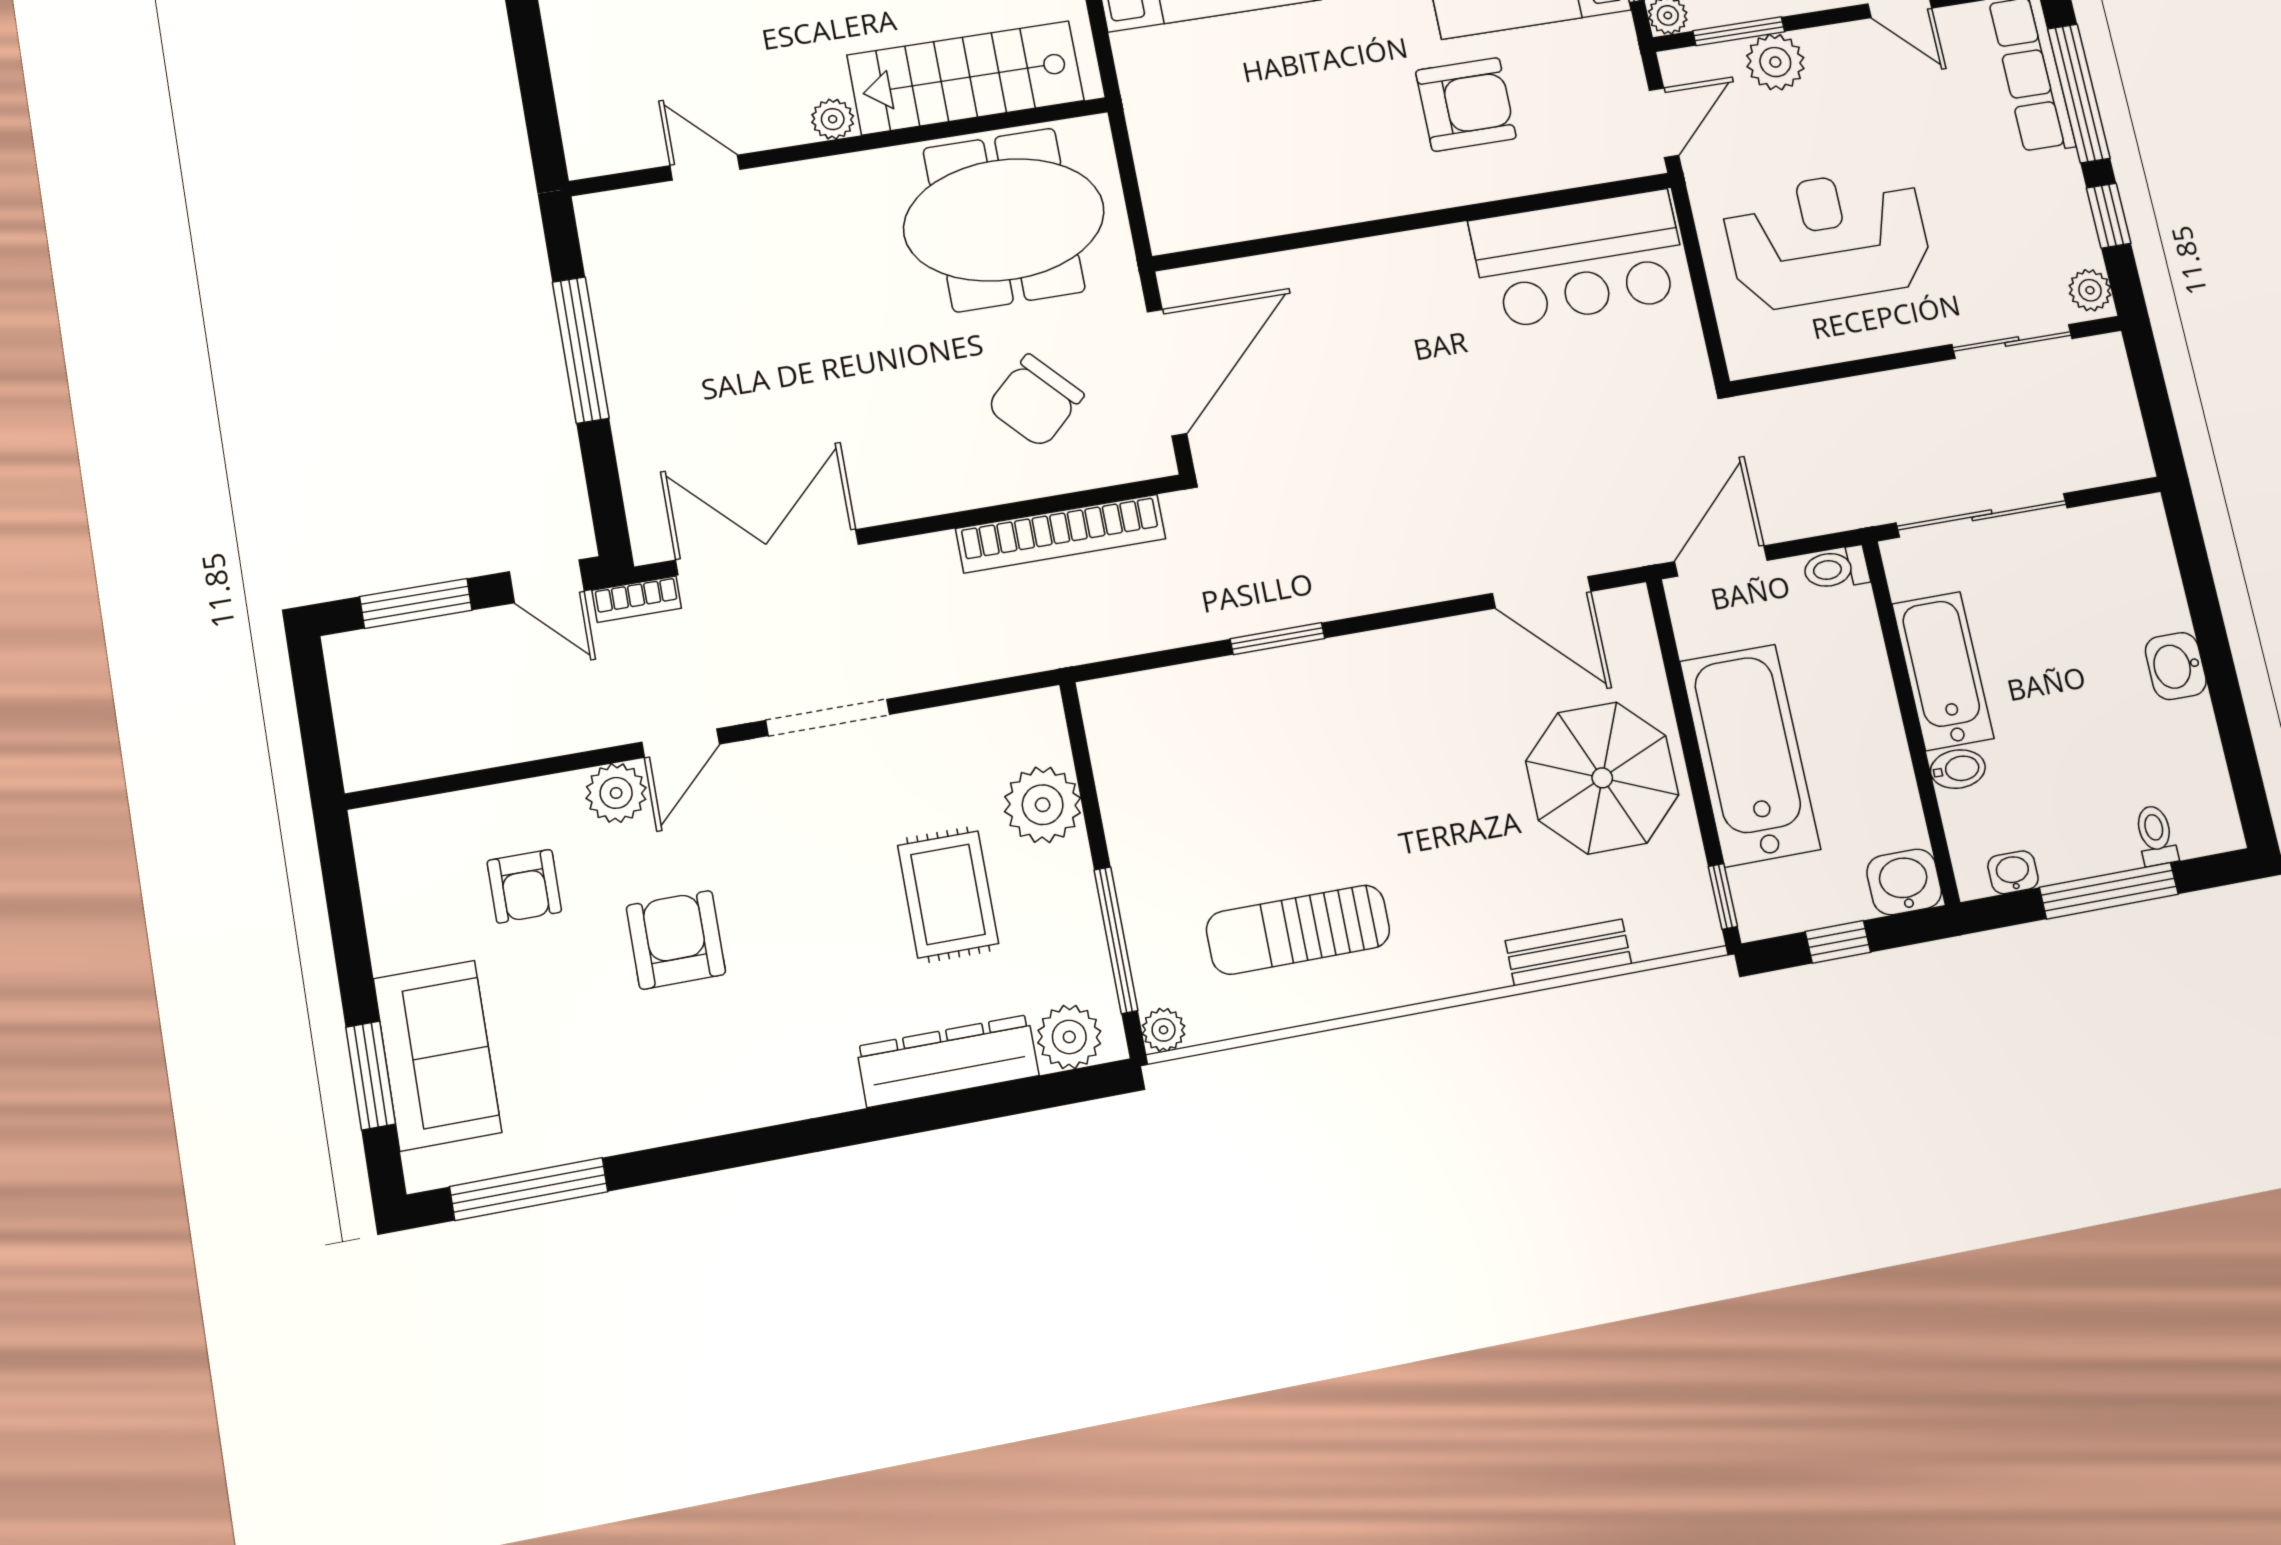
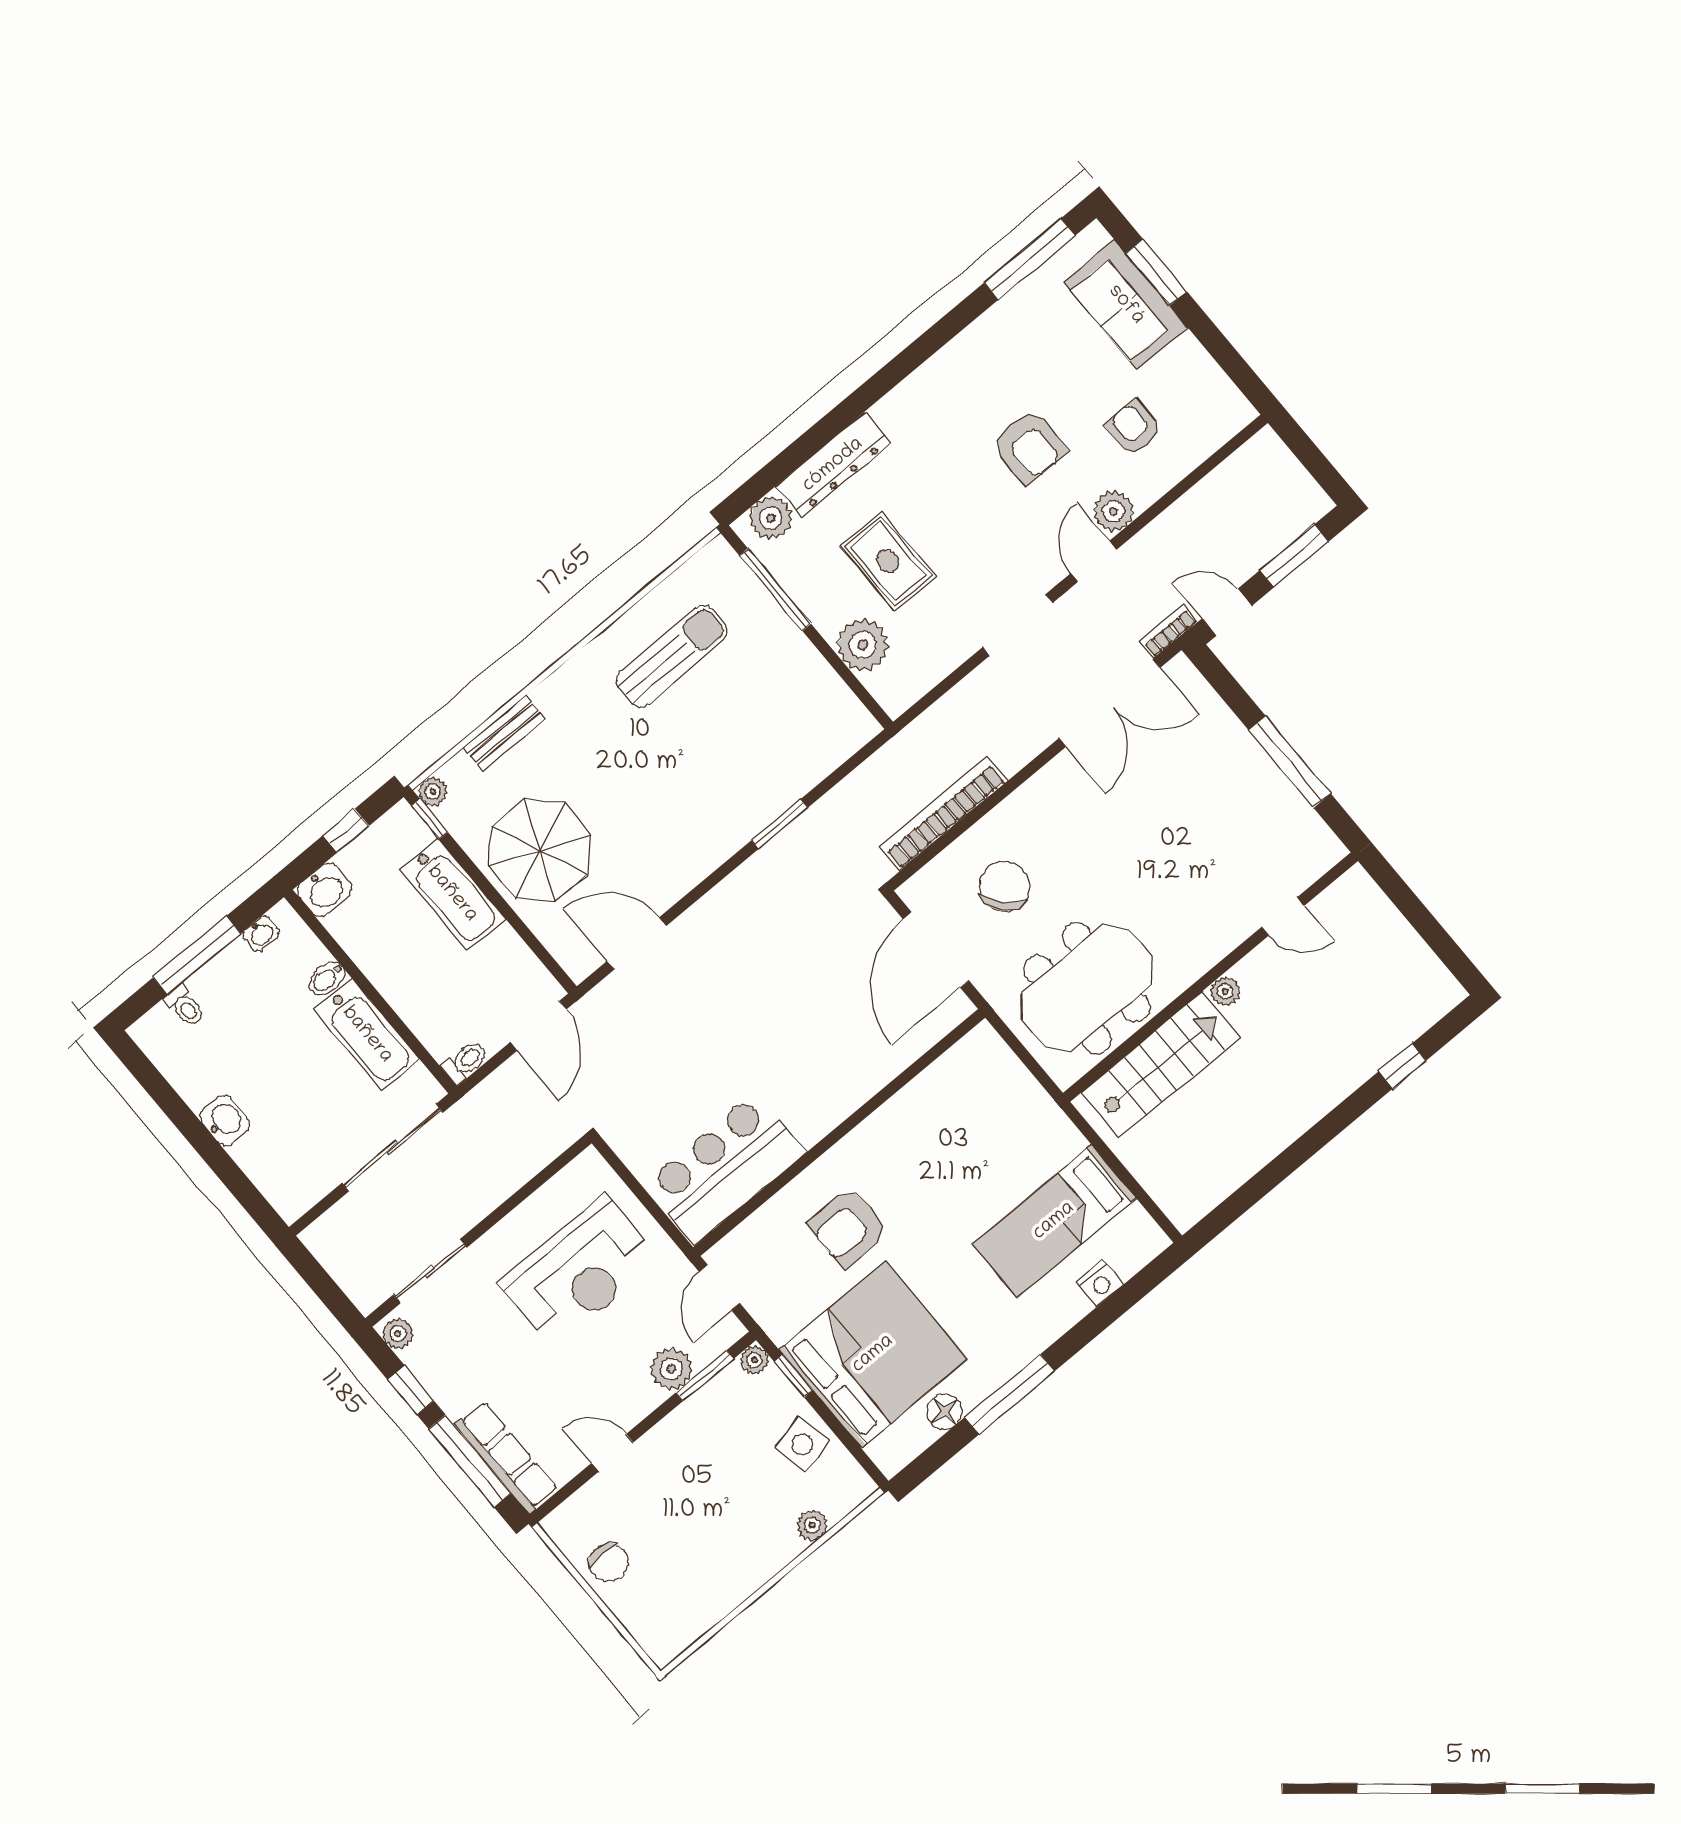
bathtub: (1750, 755) -> (452, 894), width x0.73, depth x0.73
plant: (1164, 1030) -> (433, 792), moved

